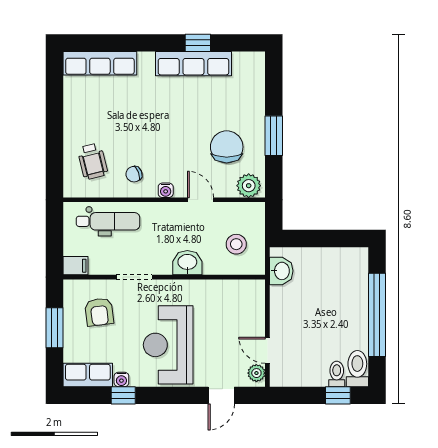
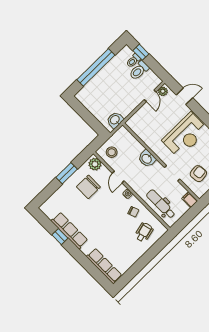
stool: (236, 244) -> (112, 152), moved
toilet: (357, 369) -> (139, 70), moved

